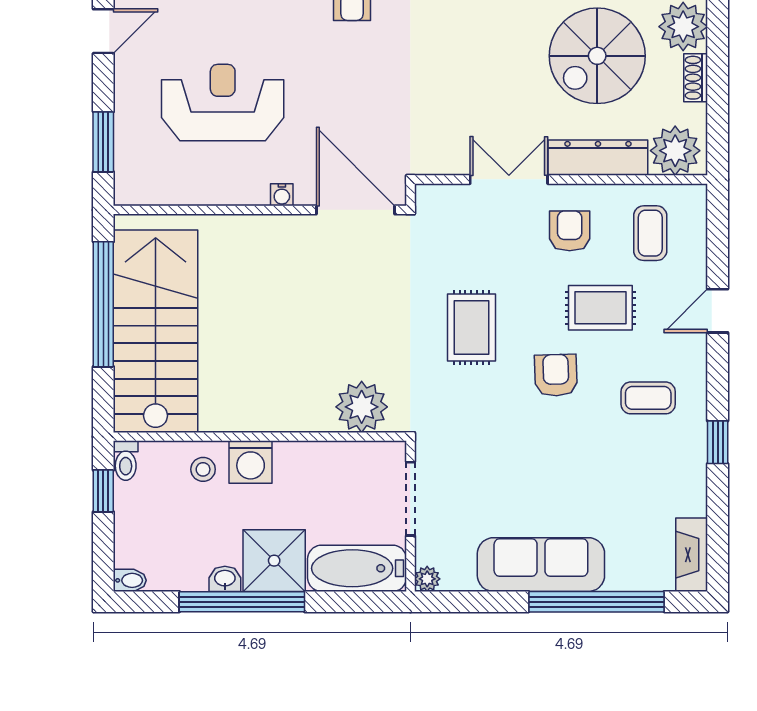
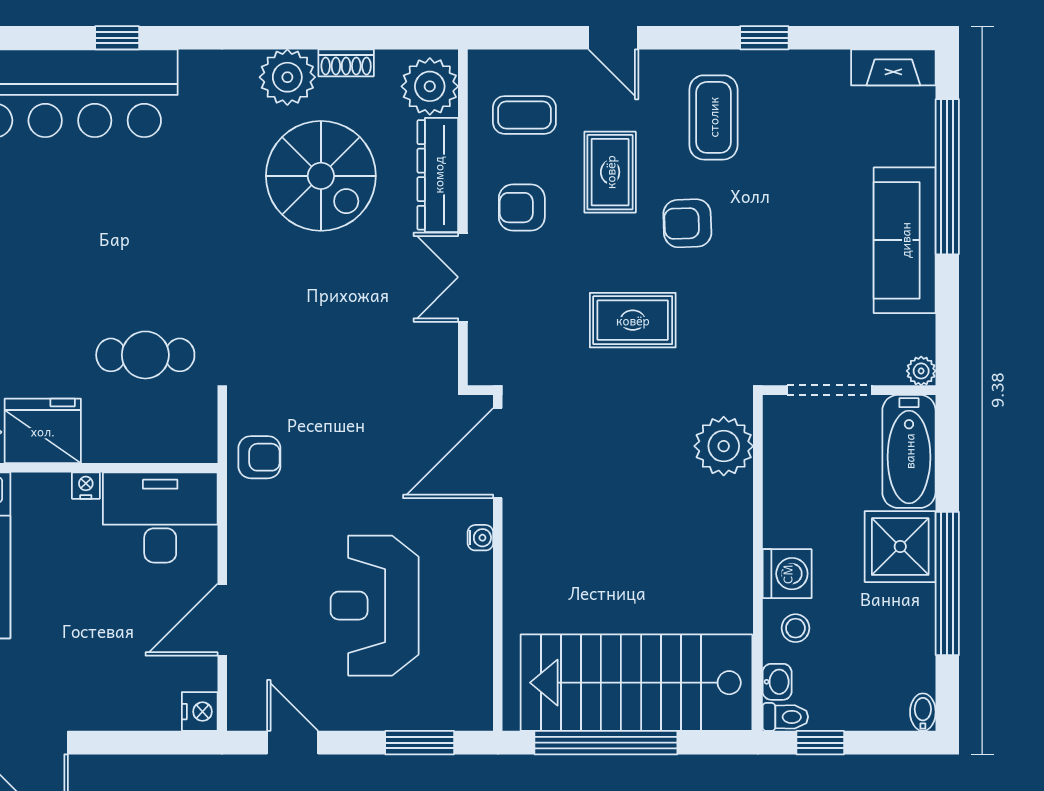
coffee table: (648, 398) -> (713, 117), width x1.36, depth x1.30
washbasin: (225, 579) -> (777, 682), moved, turned 180

